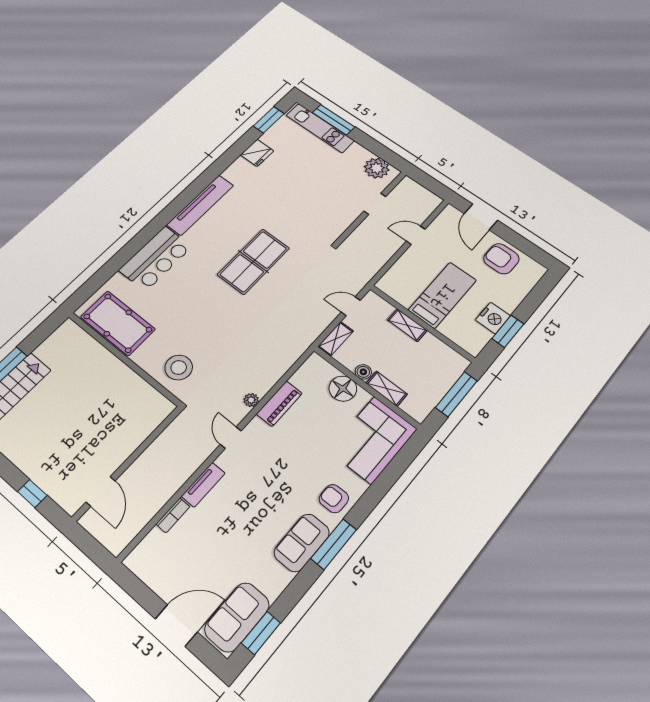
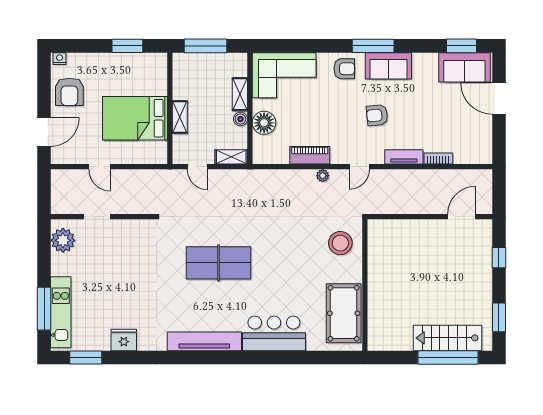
bed: (442, 295) -> (135, 118), width x1.50
nightstand: (493, 318) -> (60, 59), moved, width x0.53, depth x0.56
armchair: (264, 493) -> (377, 115), added
armchair: (334, 499) -> (344, 69), turned -90

